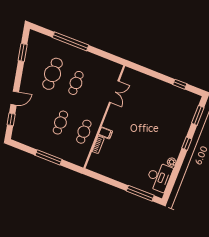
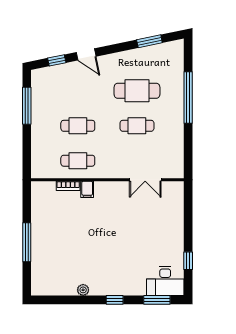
window: (49, 157) -> (27, 106), moved
desk: (159, 177) -> (165, 281), moved
window: (140, 193) -> (27, 242), moved

